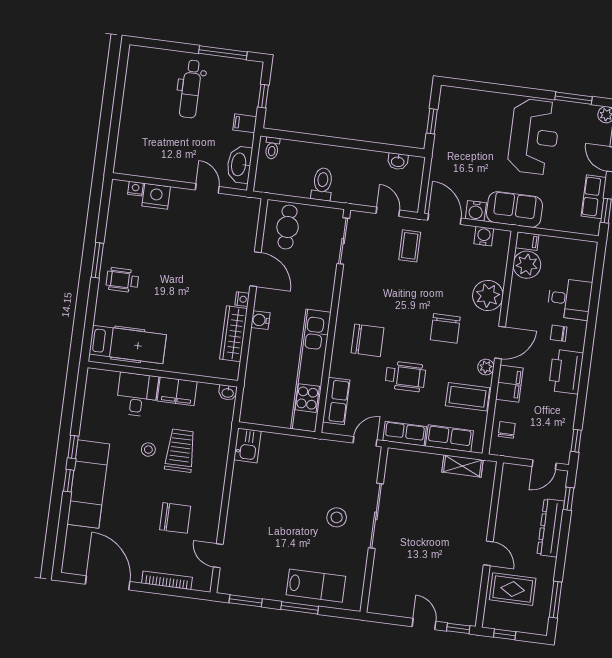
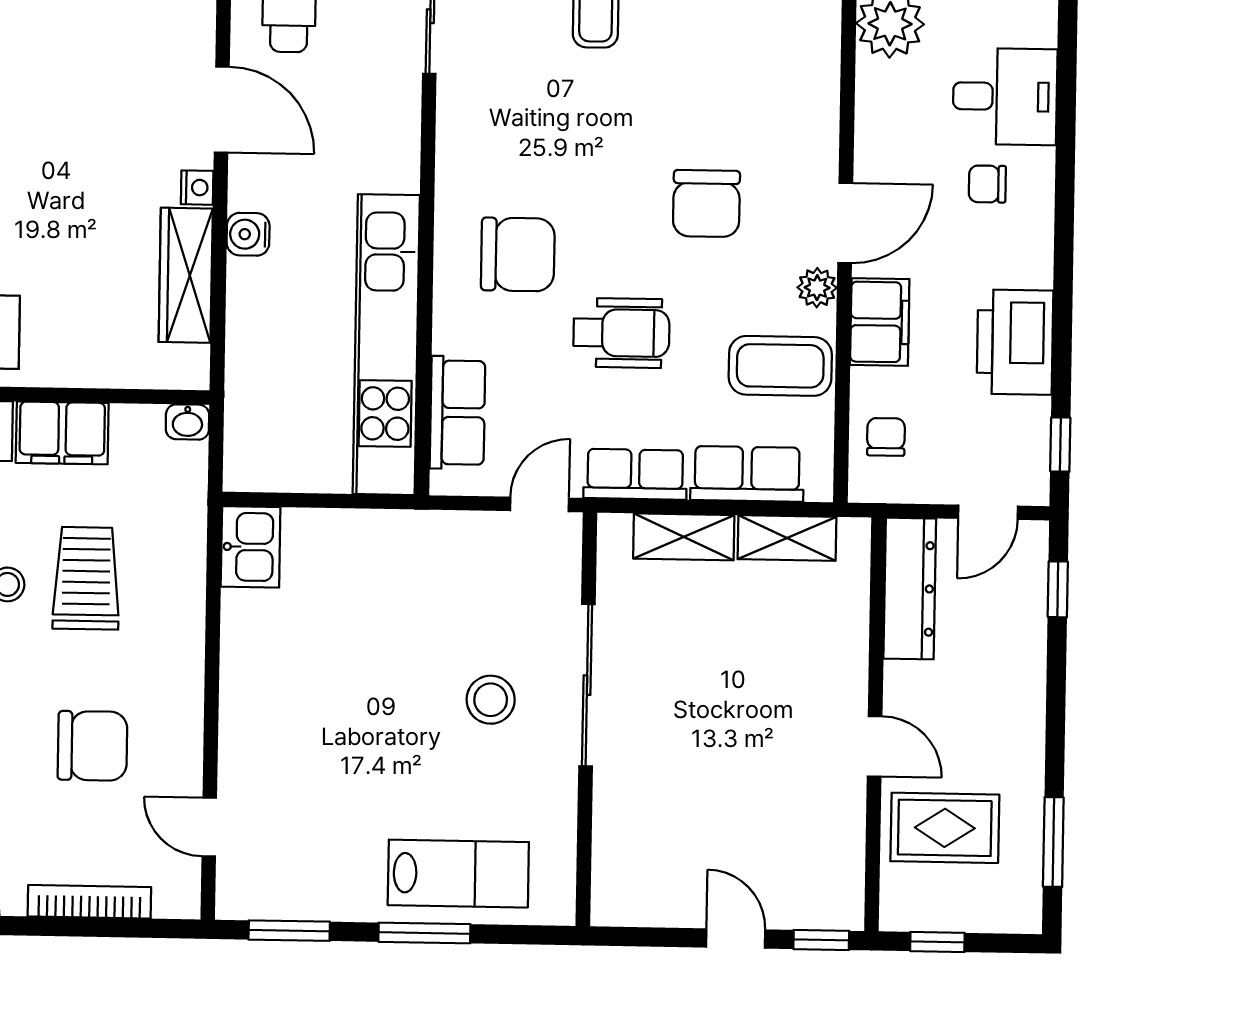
plant: (488, 296) -> (802, 111), removed
printer: (566, 372) -> (1015, 342), moved
shelving: (421, 461) -> (684, 537), added
dresser: (551, 528) -> (910, 589), moved, turned 180

